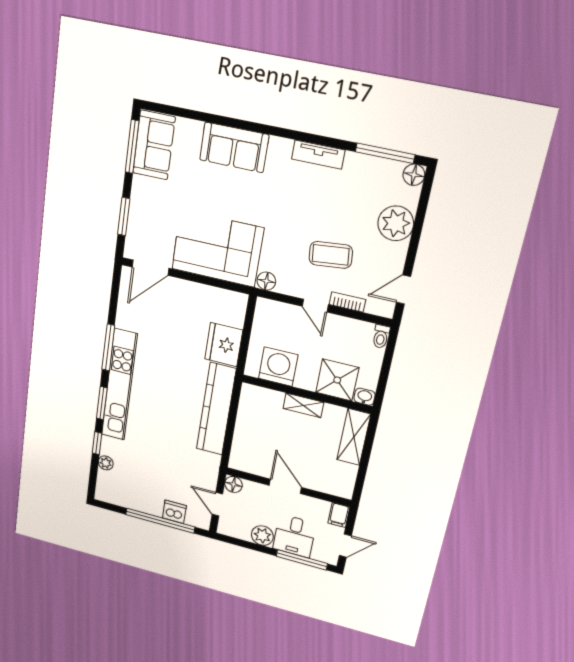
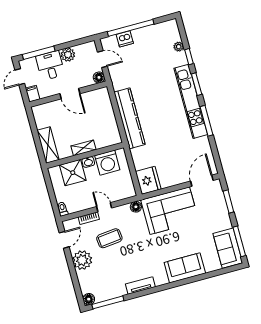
plant: (396, 223) -> (82, 260), moved
fridge: (224, 345) -> (148, 180), moved
washbasin: (365, 397) -> (88, 162), moved

